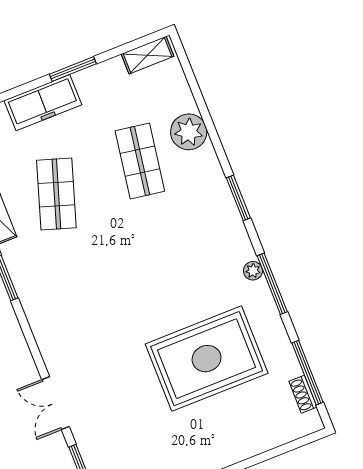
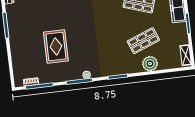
shop shelf: (140, 161) -> (143, 41), turned -30
rug: (207, 359) -> (56, 47), width x0.73, depth x0.69

